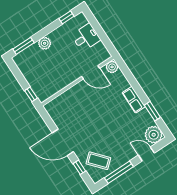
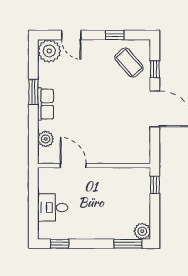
plant: (45, 43) -> (142, 231), moved
plant: (112, 67) -> (46, 139), moved
window: (152, 111) -> (33, 92), moved
window: (119, 172) -> (115, 35), width x0.46

